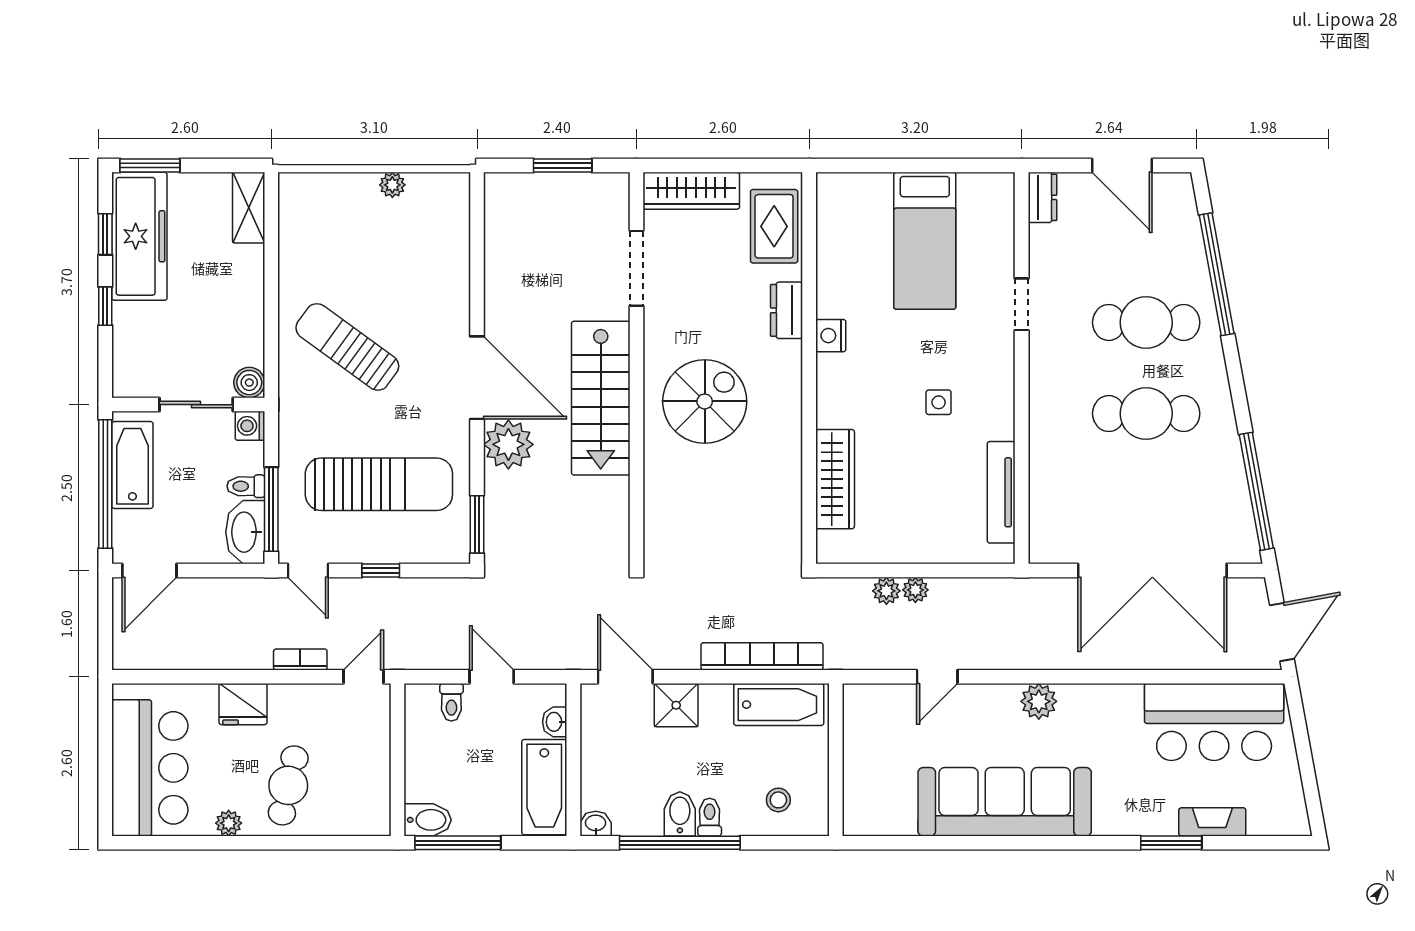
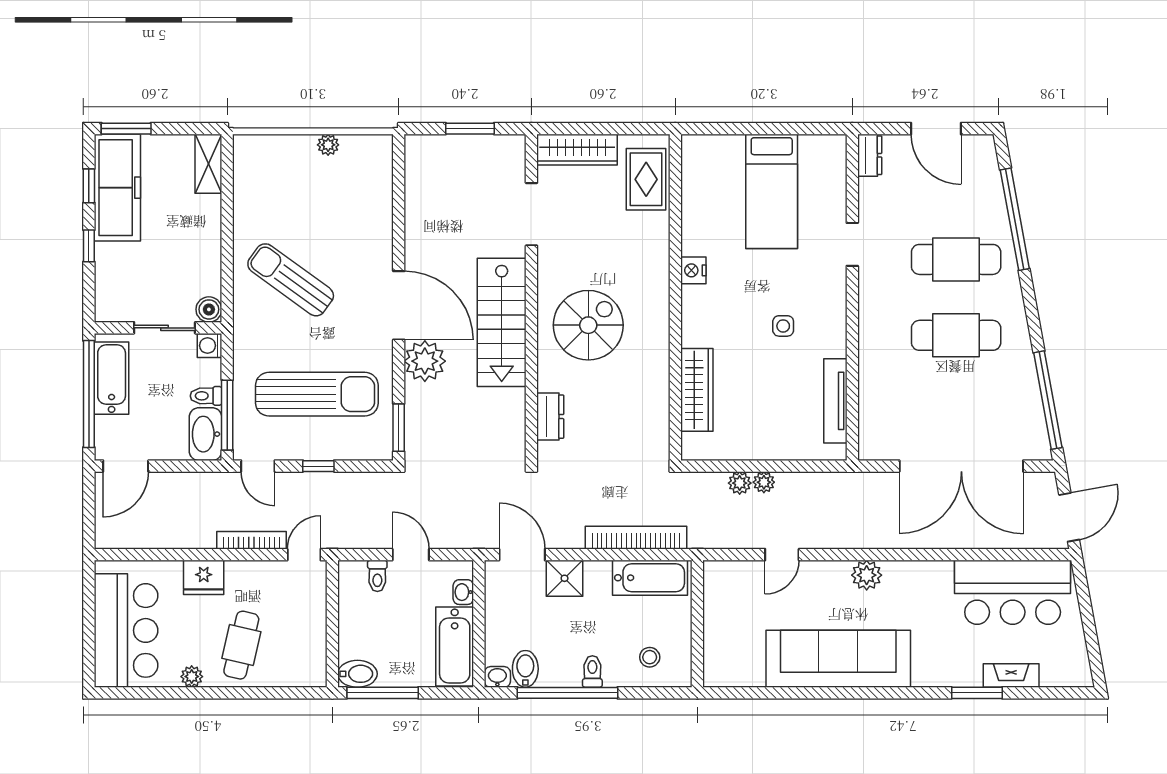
dresser: (787, 310) -> (550, 417), moved, turned 180
bookcase: (300, 660) -> (251, 540), width x1.56
bidet: (680, 814) -> (525, 669), moved

